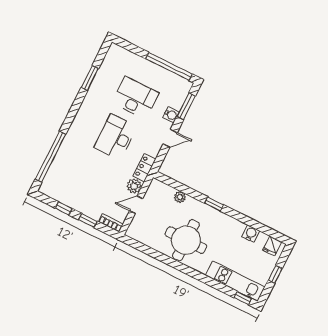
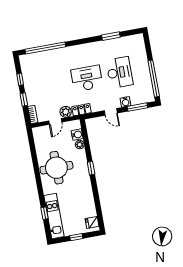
door: (136, 205) -> (55, 121), swing flipped
water cooler: (251, 234) -> (77, 135), moved
window: (243, 298) -> (44, 213), moved

